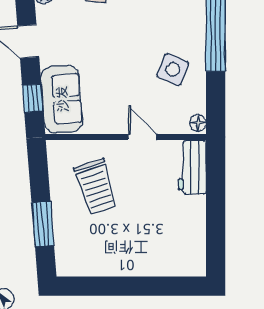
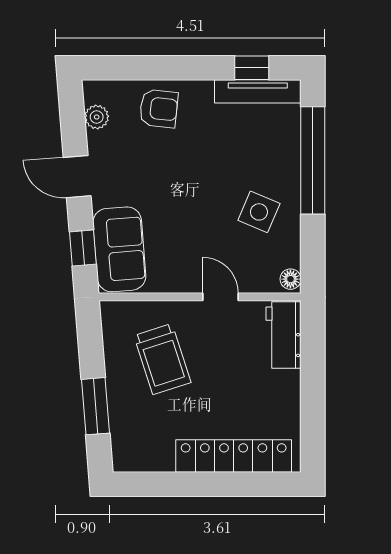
locker: (153, 264) -> (234, 456), added

